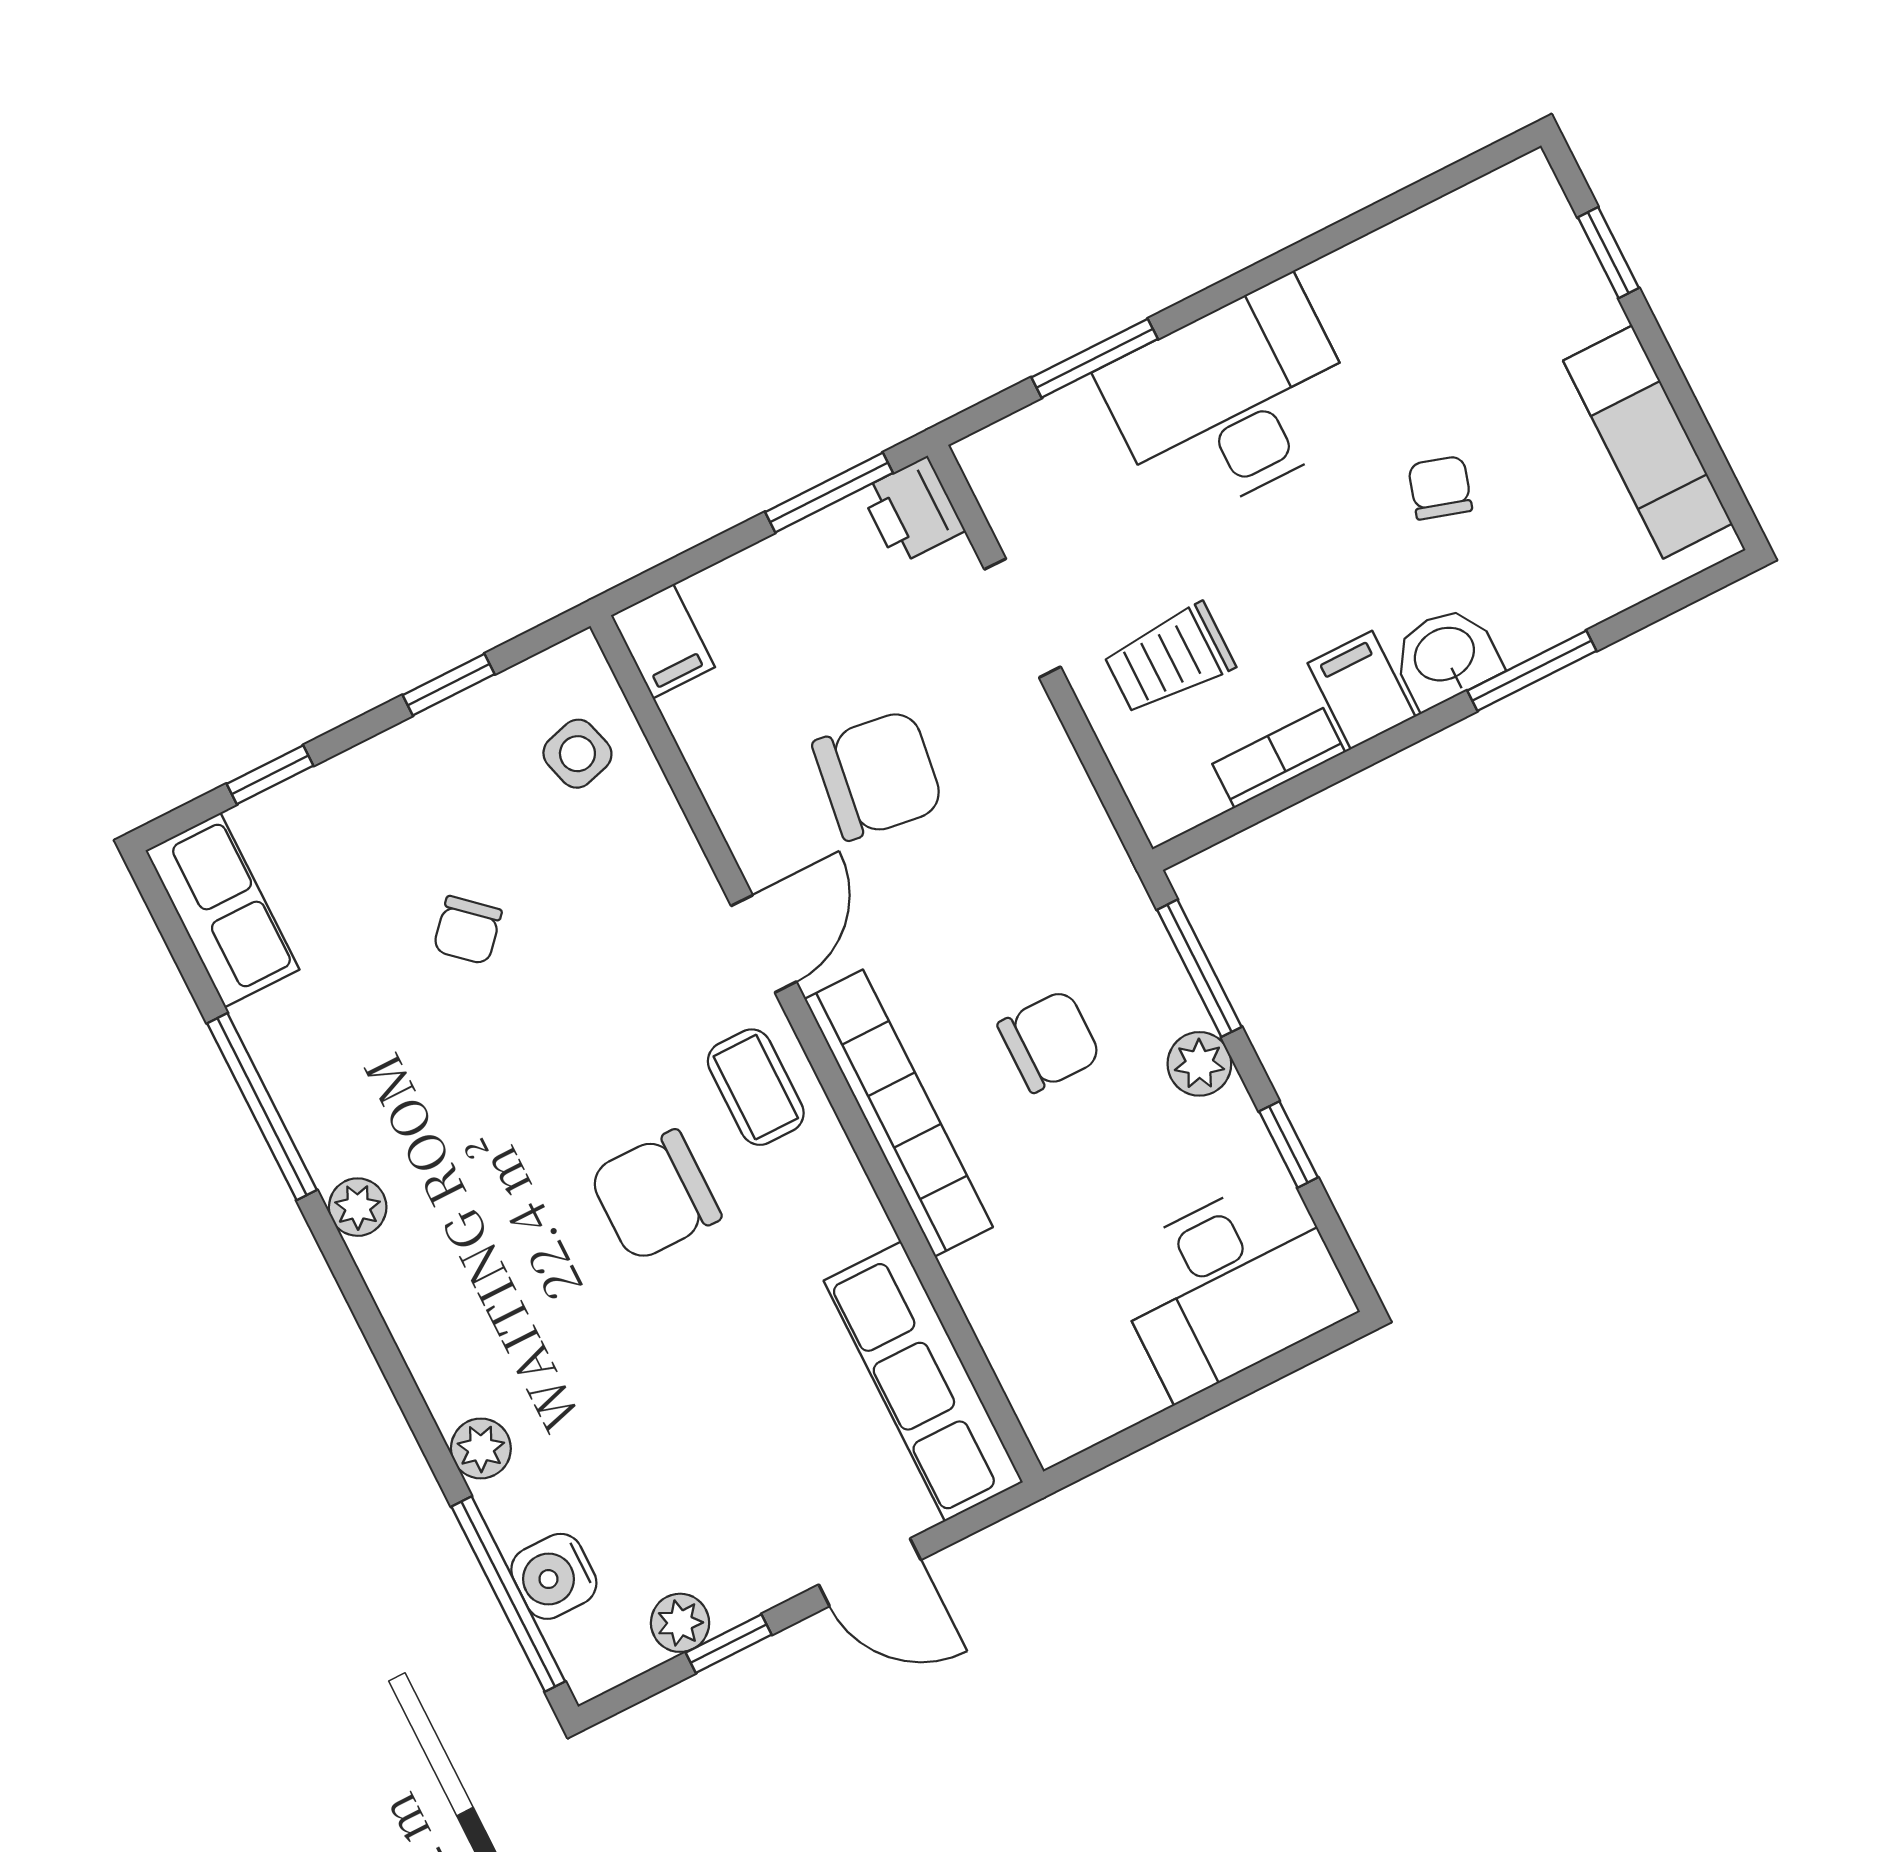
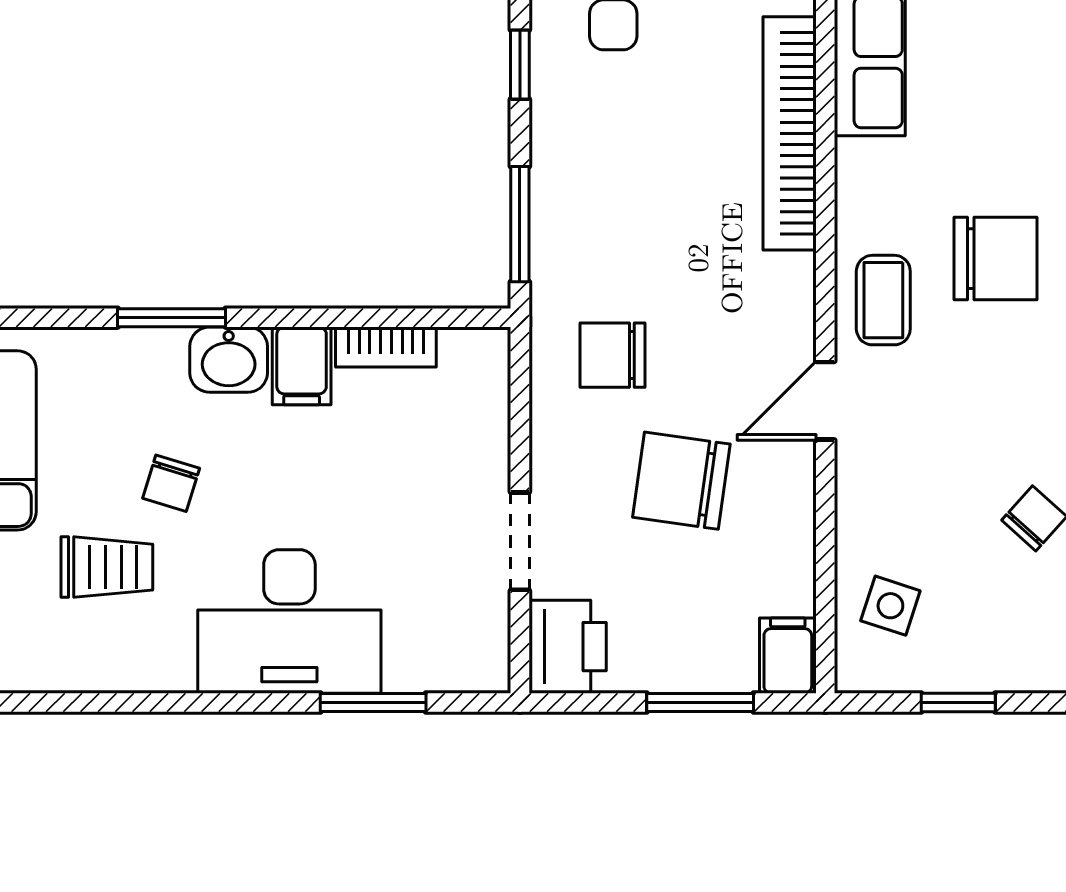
window: (829, 492) -> (700, 702), moved
printer: (912, 510) -> (568, 647), width x1.36, depth x1.24
trolley: (1169, 659) -> (107, 567), moved
side table: (577, 754) -> (890, 606), turned 34
chair: (1049, 1041) -> (612, 355), moved
plant: (1199, 1064) -> (555, 155), removed
bookcase: (899, 1113) -> (790, 133), moved

